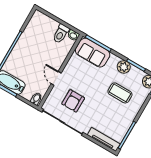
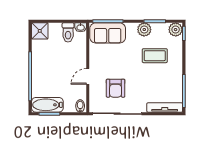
shower: (39, 19) -> (40, 31), added
door: (56, 78) -> (88, 76), hinge flipped

